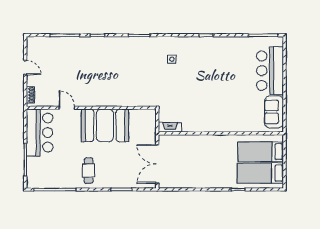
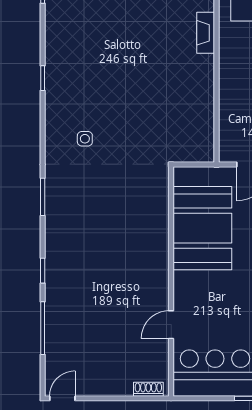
door: (25, 68) -> (62, 398), moved
booth: (105, 125) -> (202, 228), moved
fireplace: (170, 127) -> (206, 33), moved

